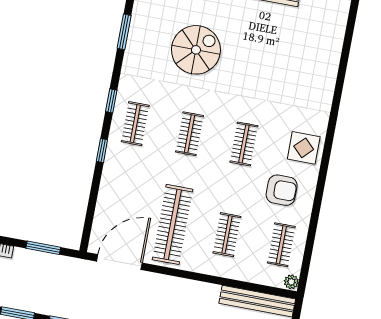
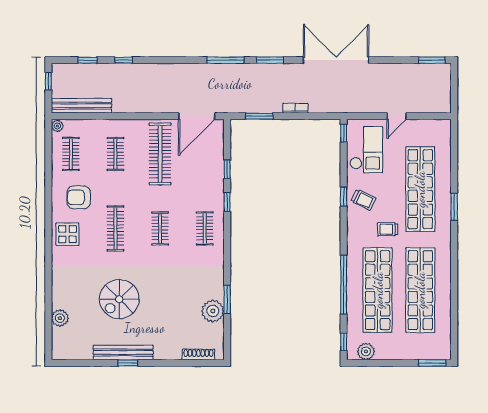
plant: (144, 21) -> (213, 311), added
plant: (332, 47) -> (60, 318), added
spiral stairs: (196, 50) -> (119, 299), moved
window: (111, 101) -> (227, 169), moved
clothes rail: (244, 144) -> (115, 228), width x1.36

